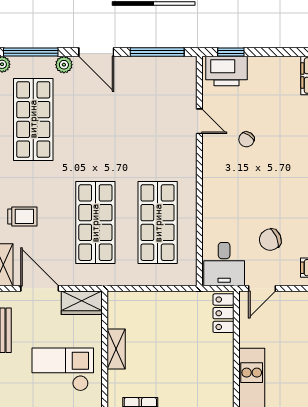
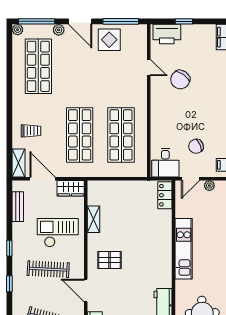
window: (231, 52) -> (184, 21), moved
display table: (140, 80) -> (109, 40), added
chair: (246, 139) -> (180, 80), width x1.87, depth x1.87
plant: (290, 299) -> (209, 186), added

